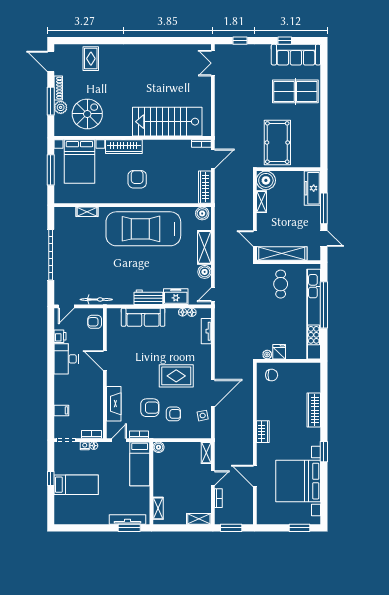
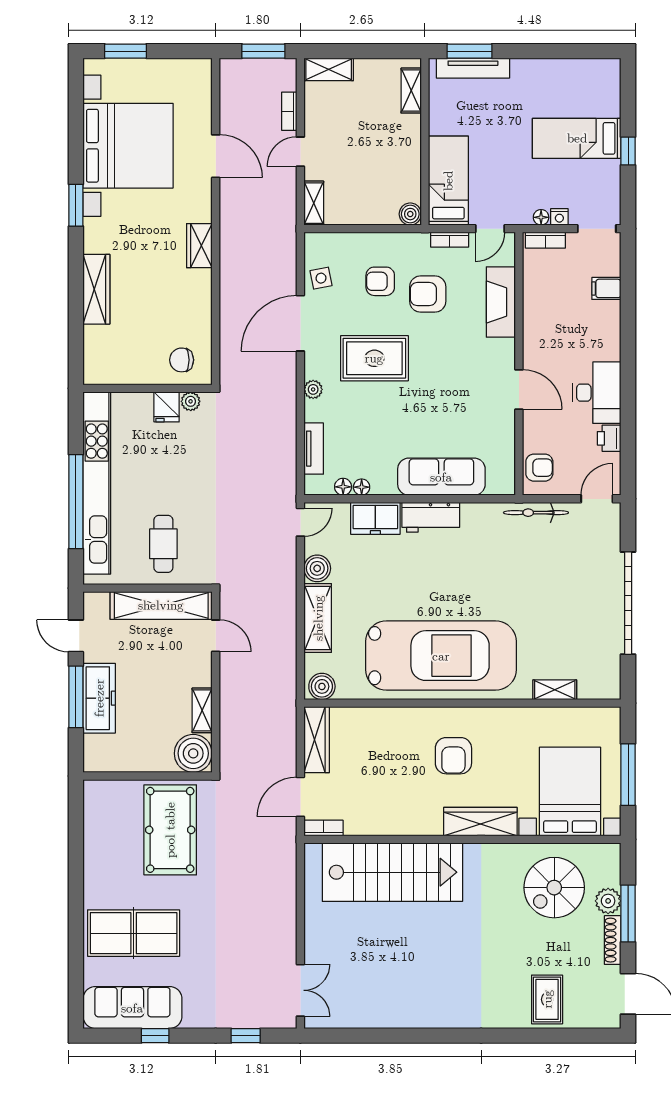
freezer: (312, 188) -> (99, 698), moved
plant: (207, 360) -> (313, 389), added

